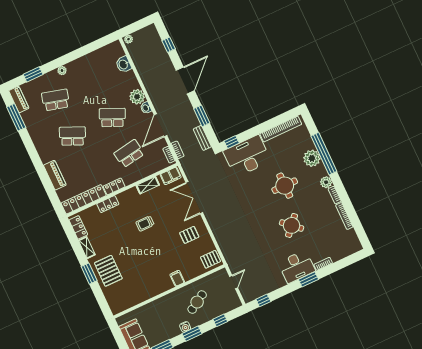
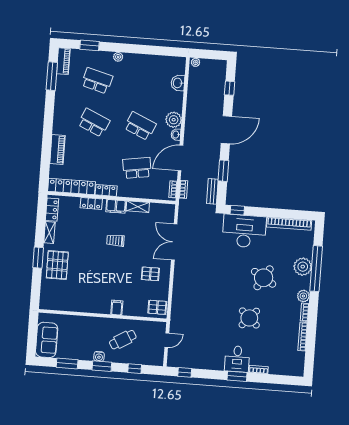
filing cabinet: (171, 176) -> (116, 206), moved
round table: (285, 186) -> (264, 278), turned 31
desk: (297, 267) -> (237, 359), width x0.73

